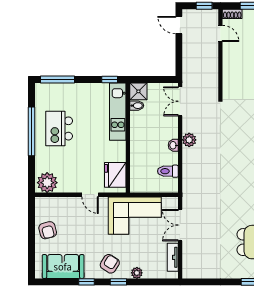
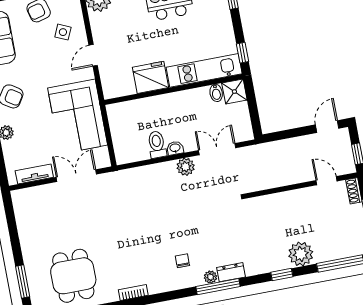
door: (220, 33) -> (327, 181), swing flipped
double door: (180, 101) -> (217, 149), moved
toilet: (168, 171) -> (157, 144), moved
fridge: (115, 175) -> (150, 77), moved
side table: (68, 215) -> (63, 32), added

